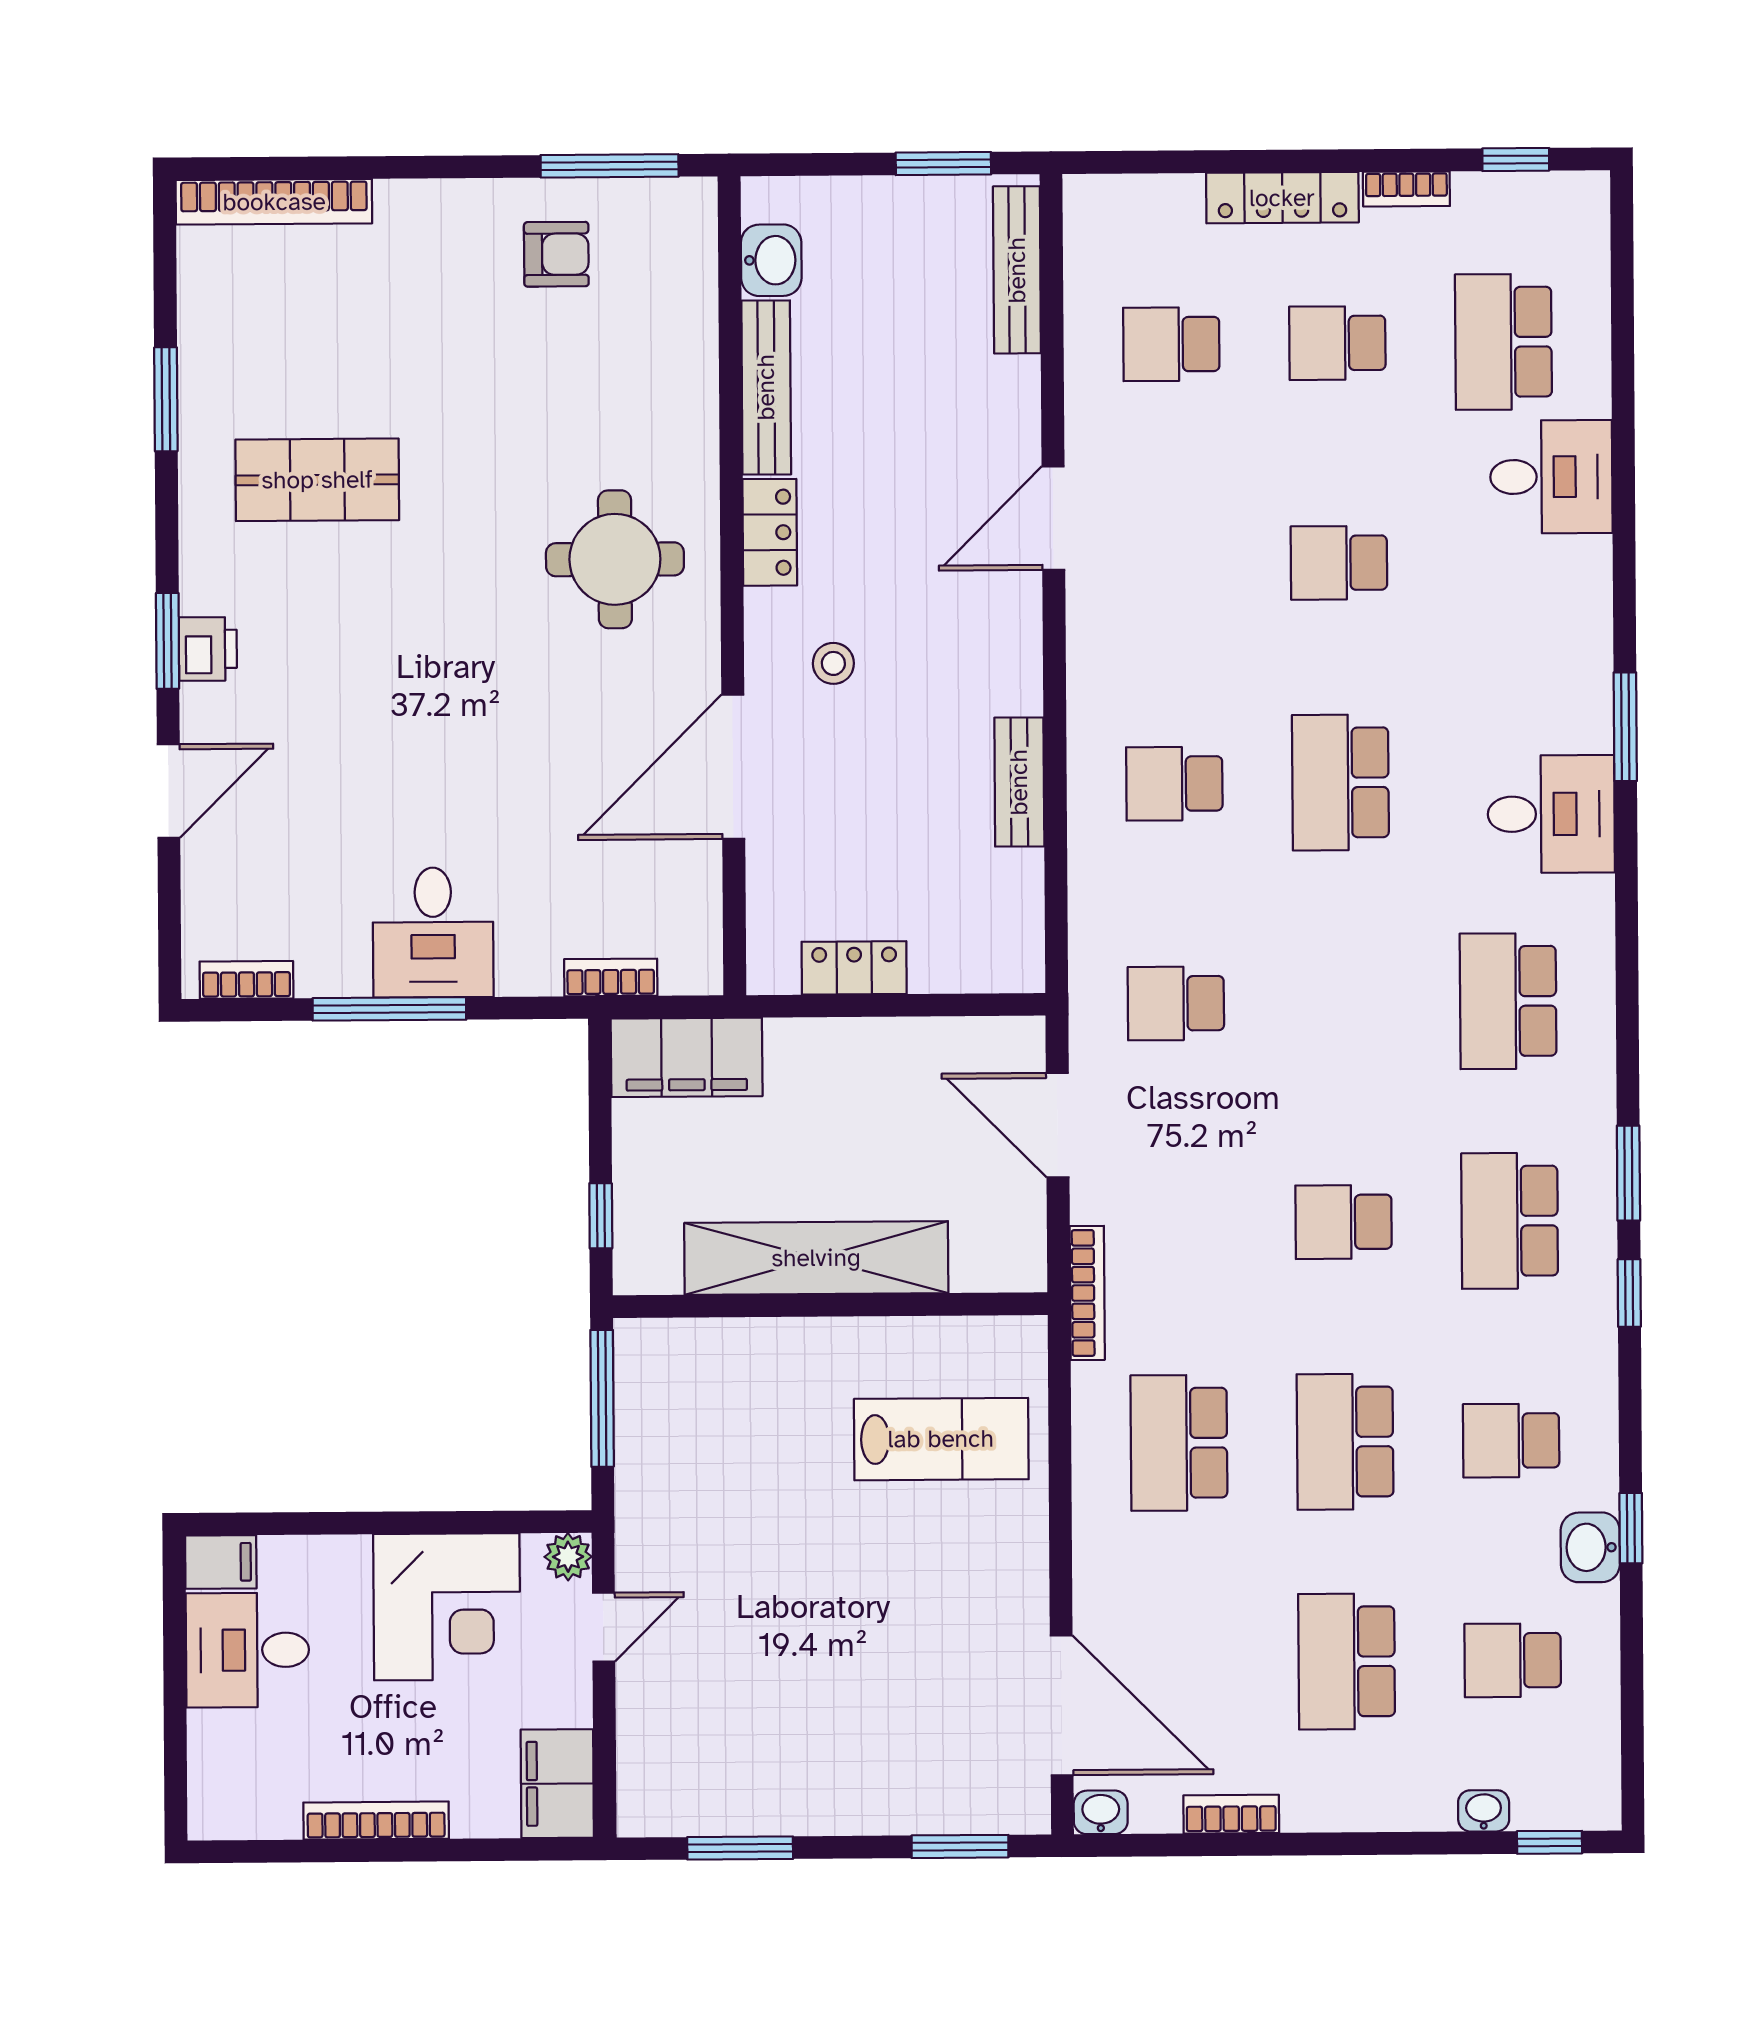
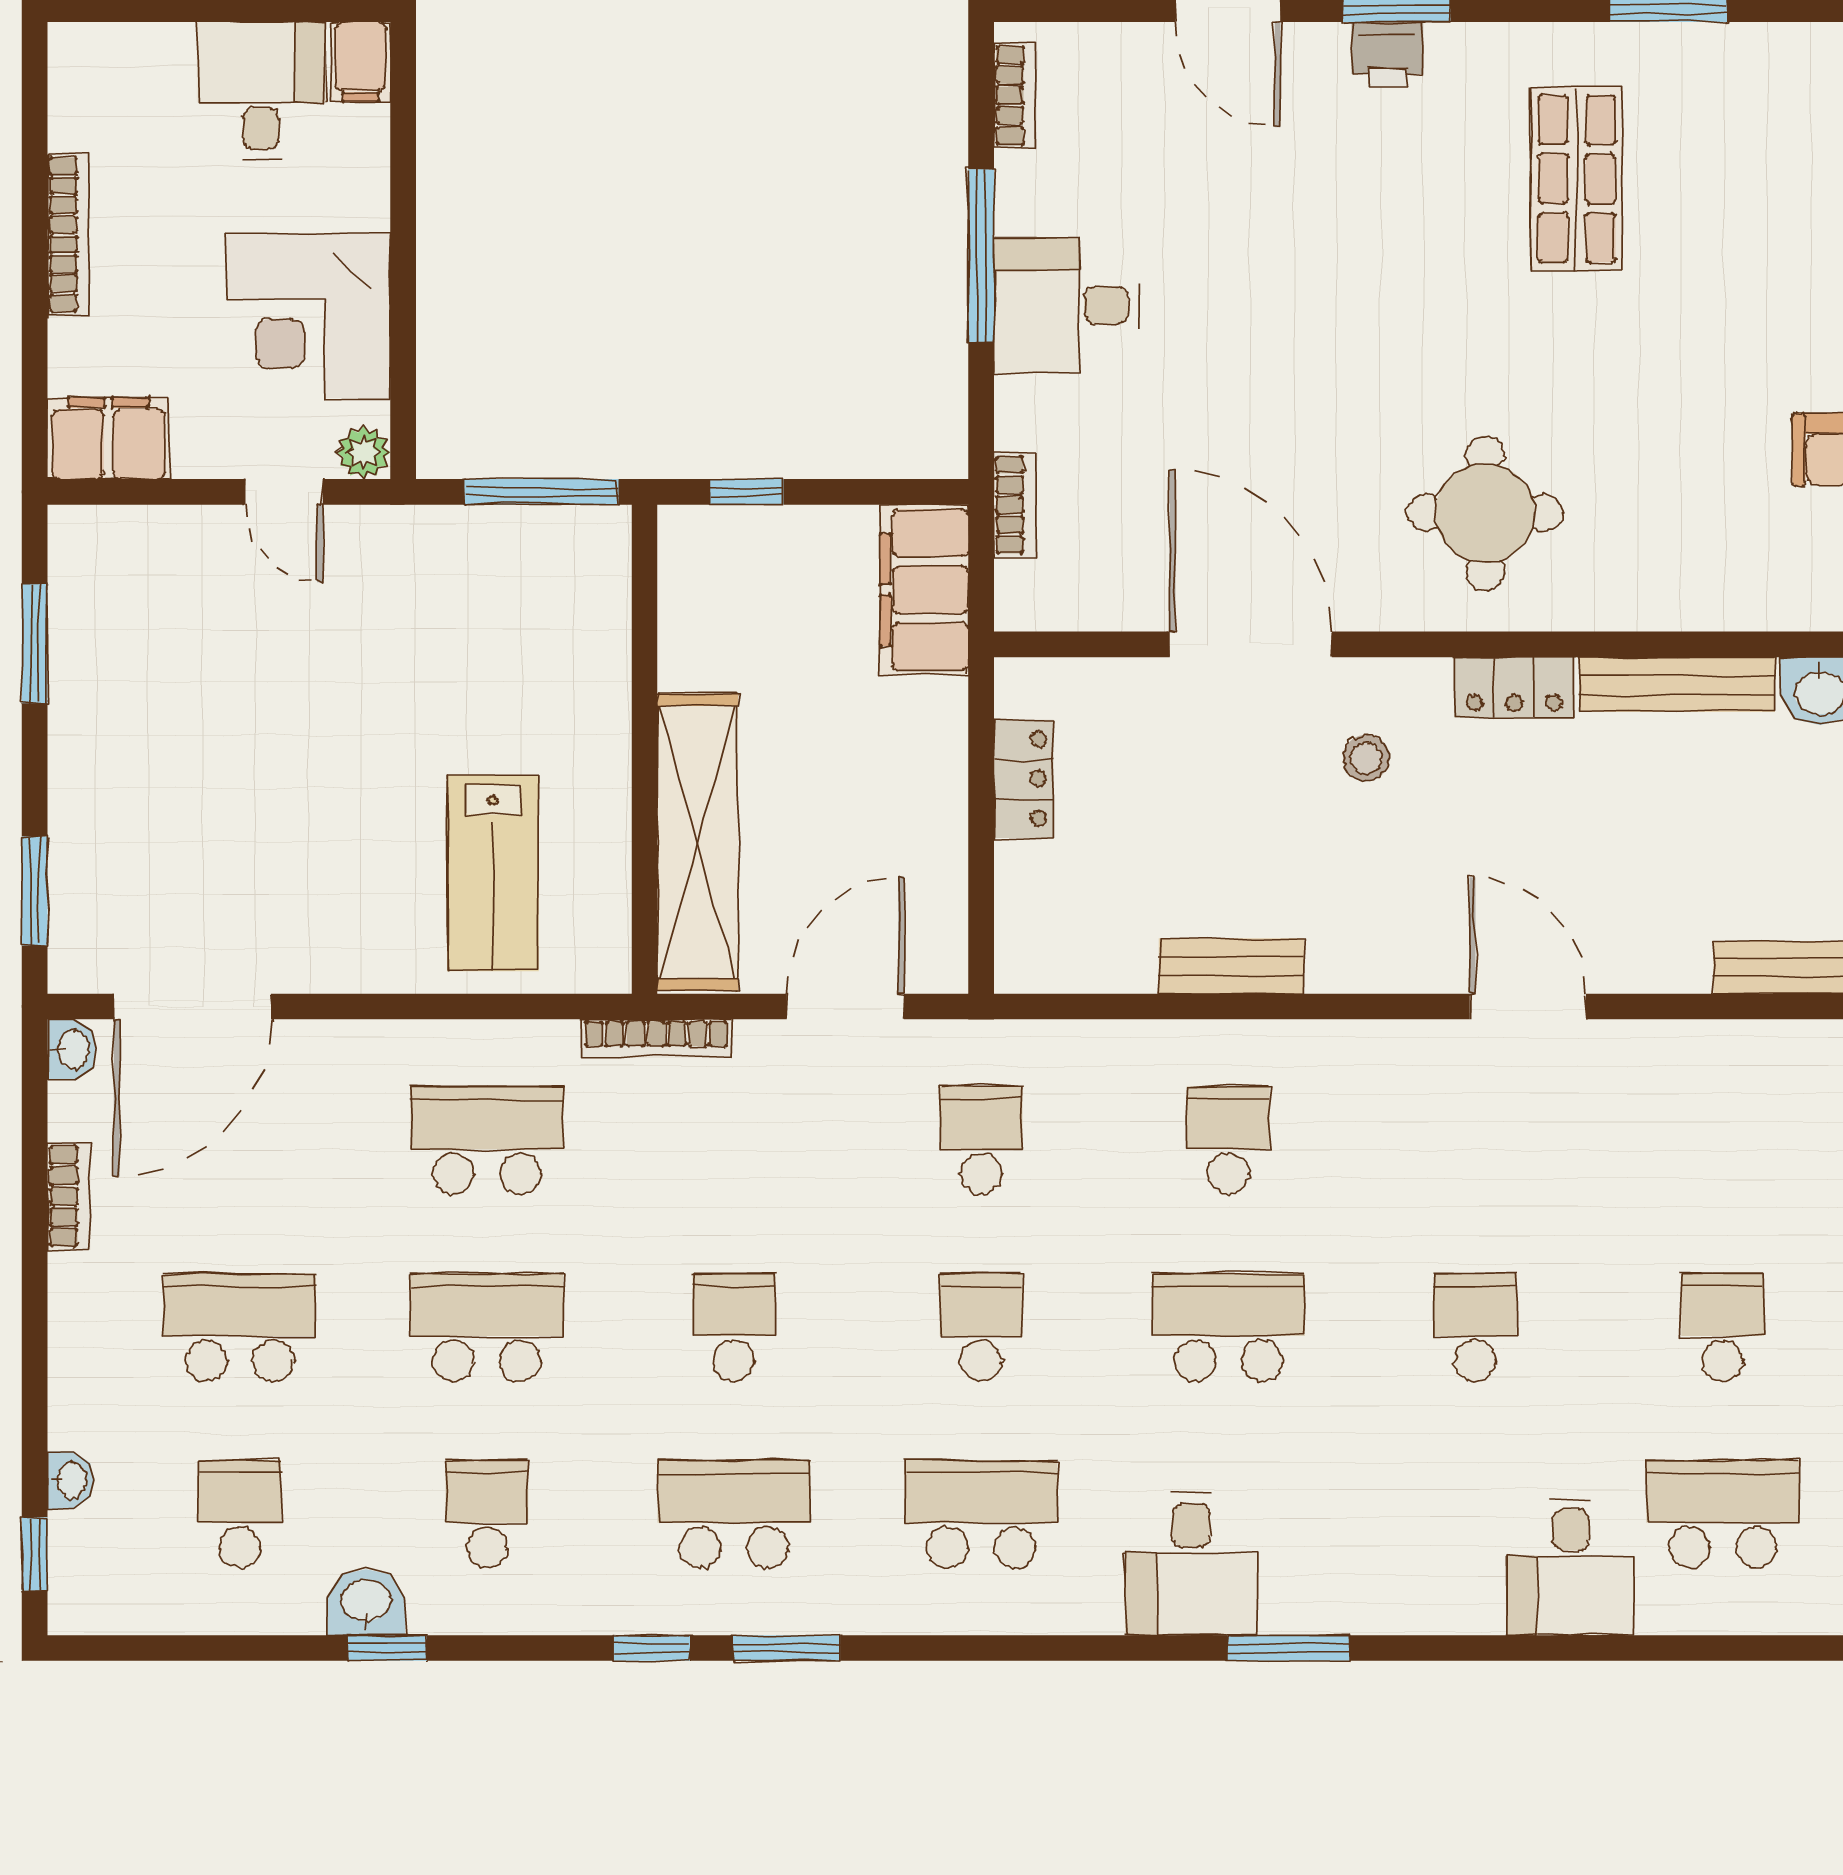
school desk: (1171, 344) -> (981, 1327), moved
shelving: (816, 1258) -> (698, 842), moved

